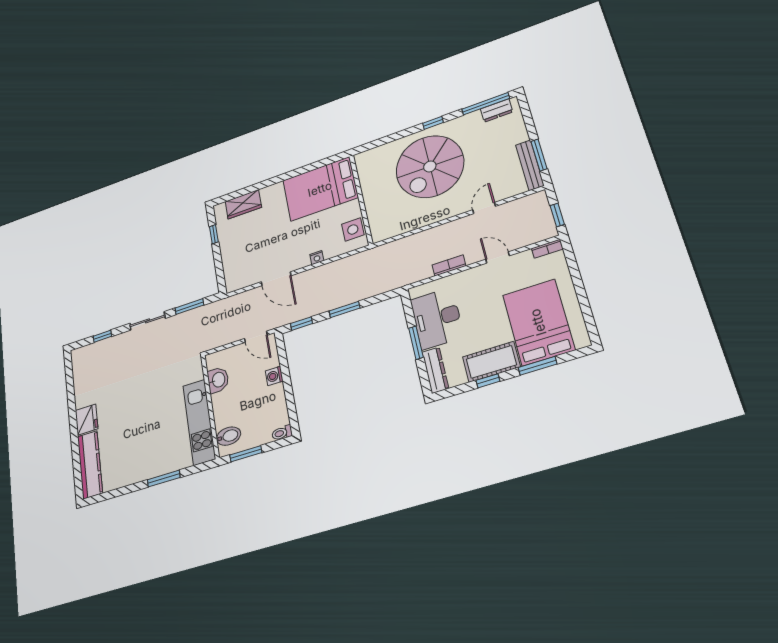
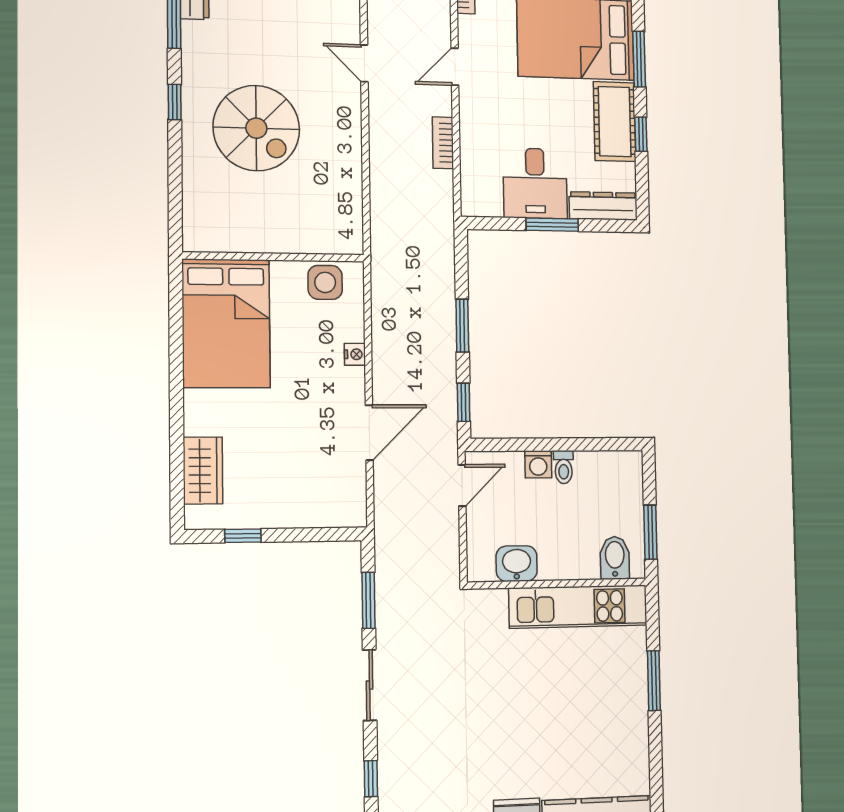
spiral stairs: (430, 166) -> (256, 128), width x0.73, depth x0.73
desk: (437, 318) -> (535, 183), width x0.73
toilet: (282, 433) -> (564, 467), moved

